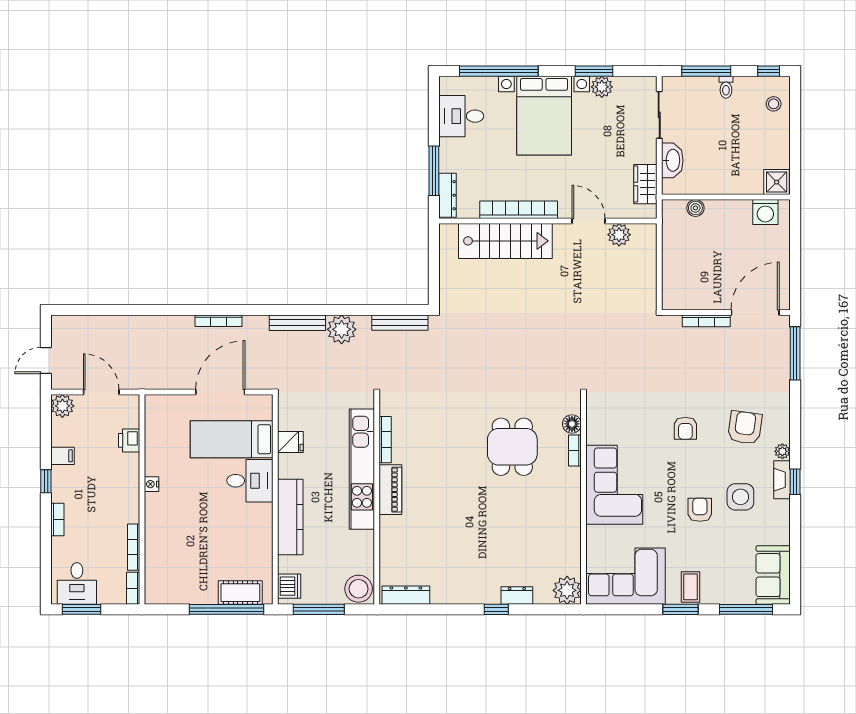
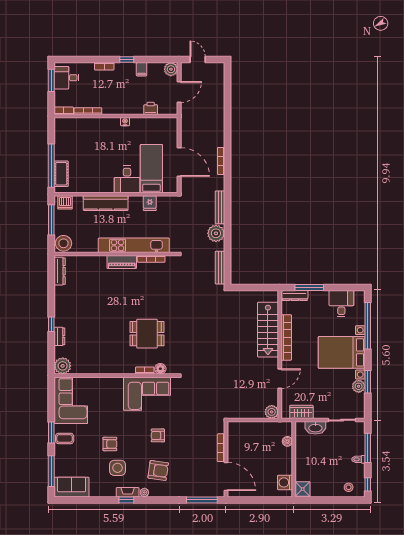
plant: (619, 235) -> (272, 412), moved
corner sofa: (614, 485) -> (147, 394), moved

